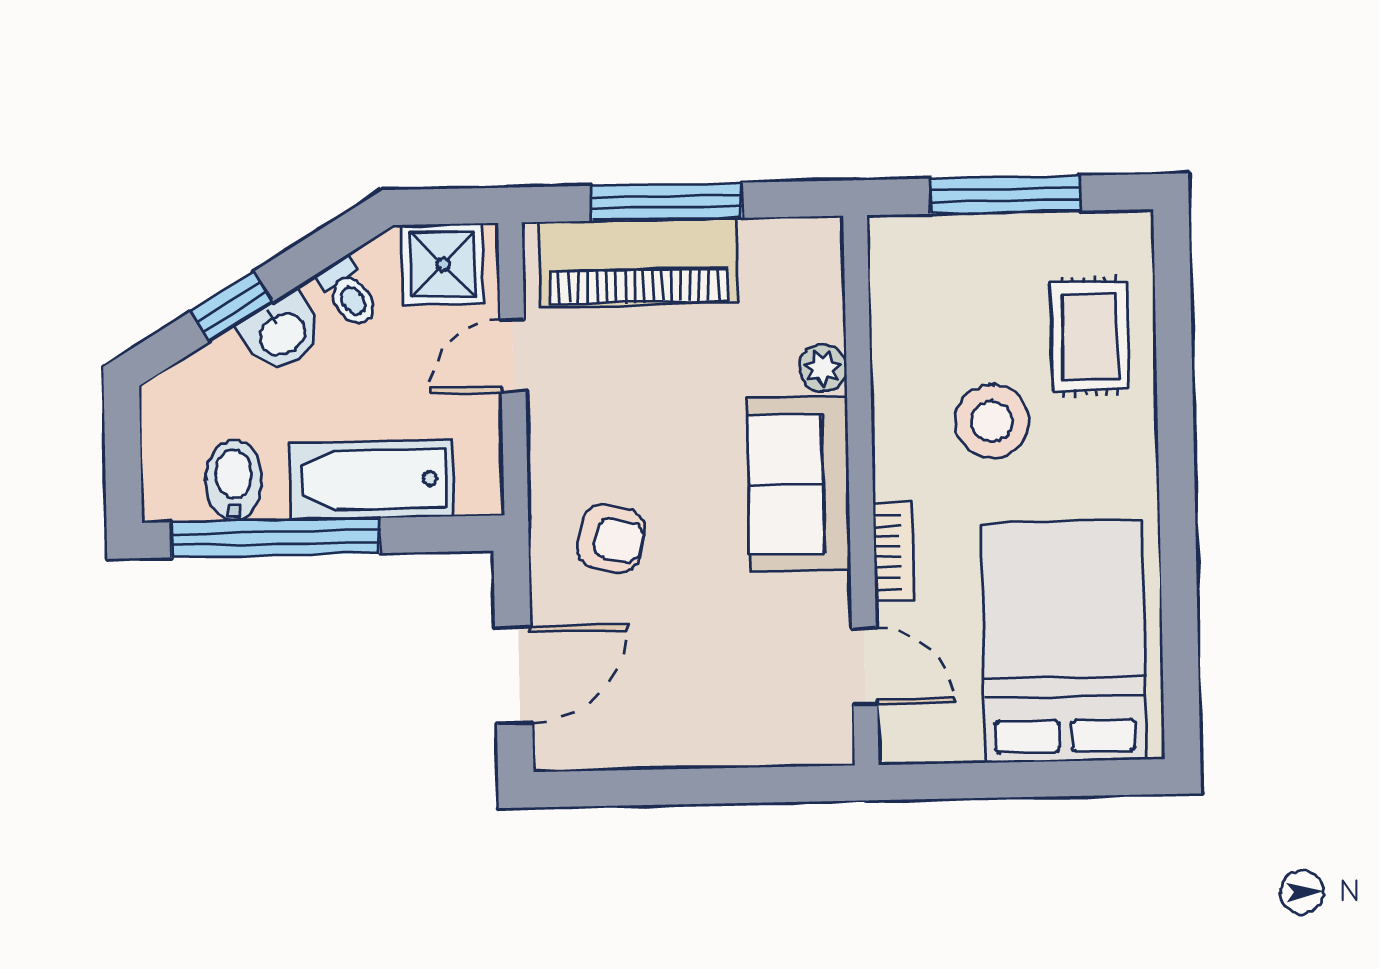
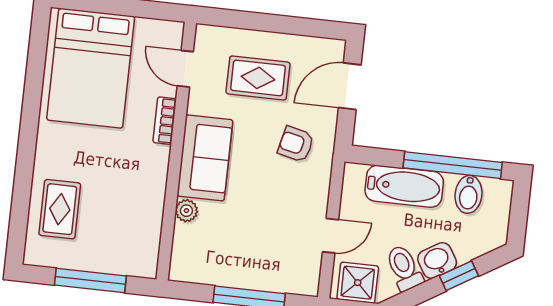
piano: (638, 263) -> (266, 271), removed
toilet: (348, 293) -> (404, 268), width x1.37, depth x1.39
stool: (992, 421) -> (111, 175), removed
rug: (709, 667) -> (258, 78), added

